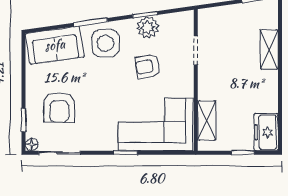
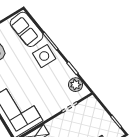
plant: (148, 27) -> (75, 85), moved
armchair: (147, 66) -> (45, 86), removed

